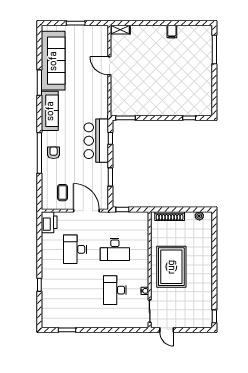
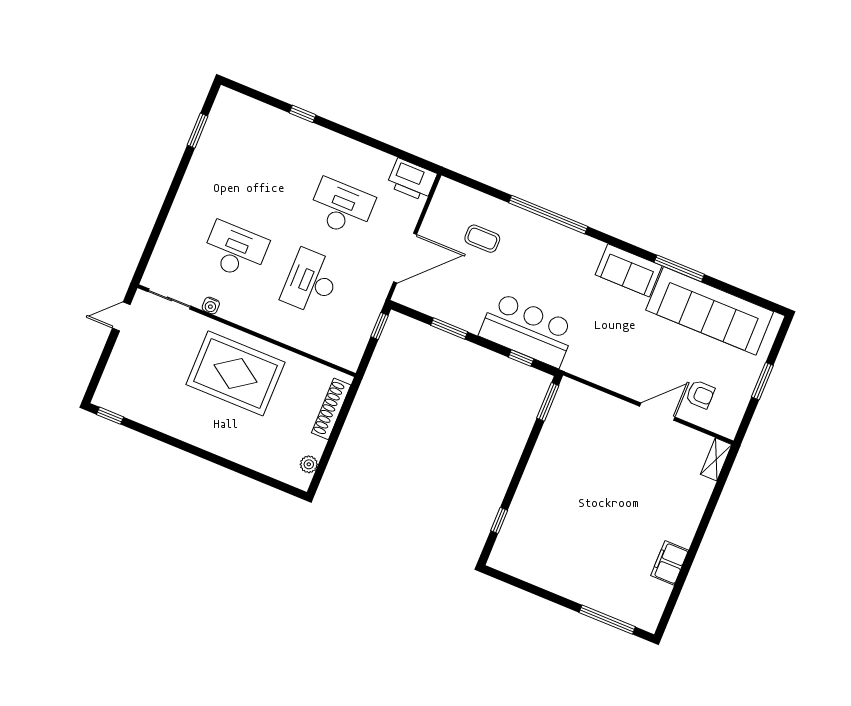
filing cabinet: (172, 32) -> (670, 563), width x2.00
sofa: (50, 111) -> (629, 270), width x0.73
armchair: (54, 153) -> (700, 394), moved
coffee table: (63, 193) -> (482, 239), moved

